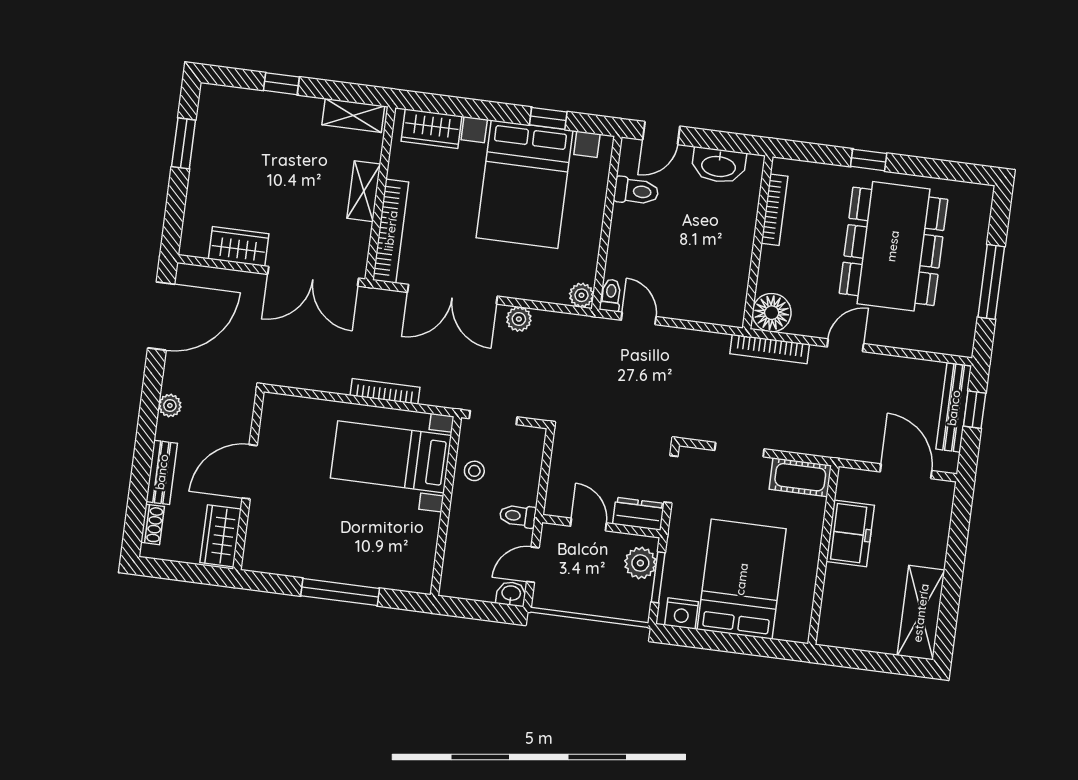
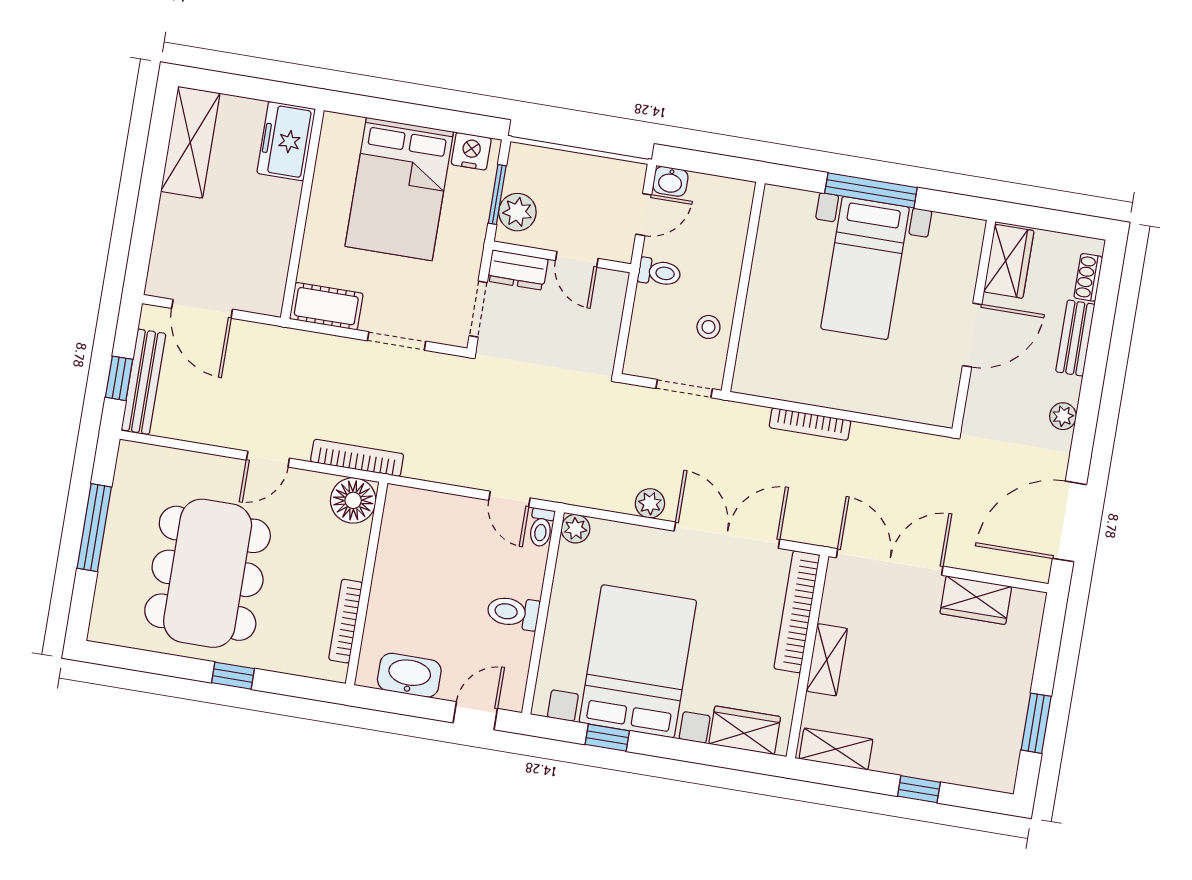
toilet: (636, 191) -> (513, 612), moved
bed with nightstands: (391, 457) -> (865, 268), moved, turned 90
freezer: (850, 533) -> (286, 141), moved

